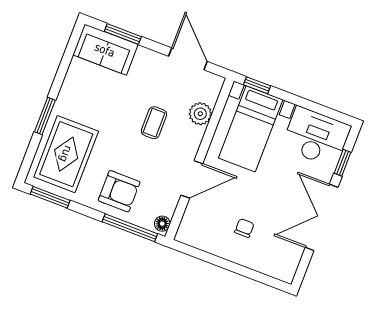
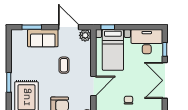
sofa: (105, 50) -> (43, 38), moved
plant: (200, 114) -> (85, 35), moved

